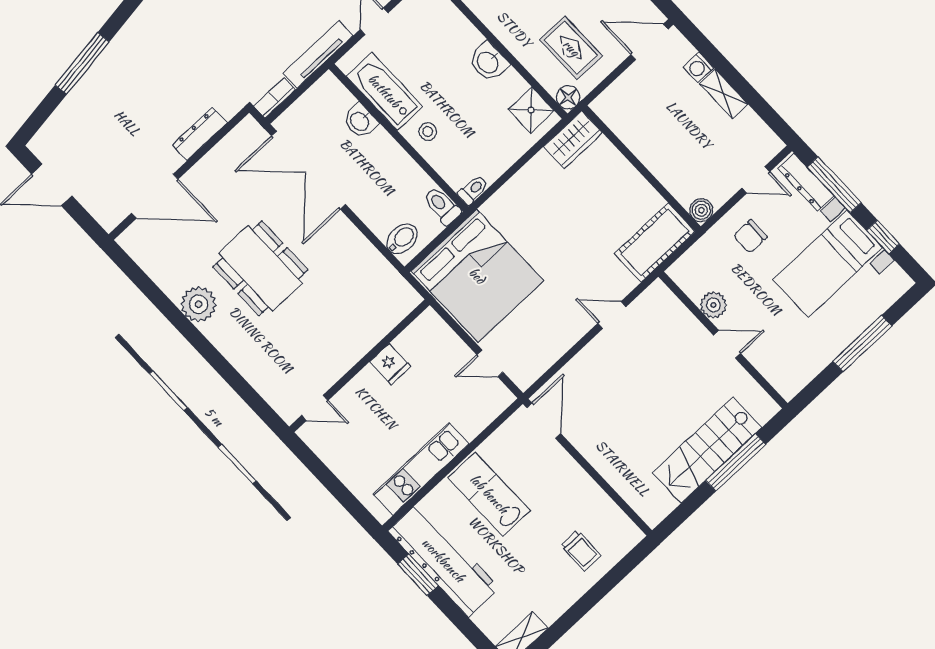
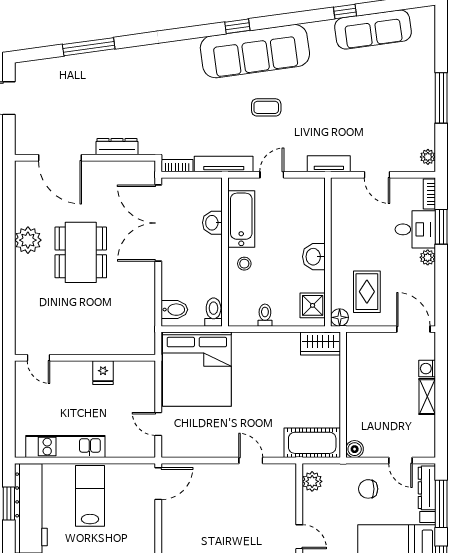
toilet: (473, 190) -> (265, 315), moved, turned -90
plant: (713, 305) -> (312, 481), moved

